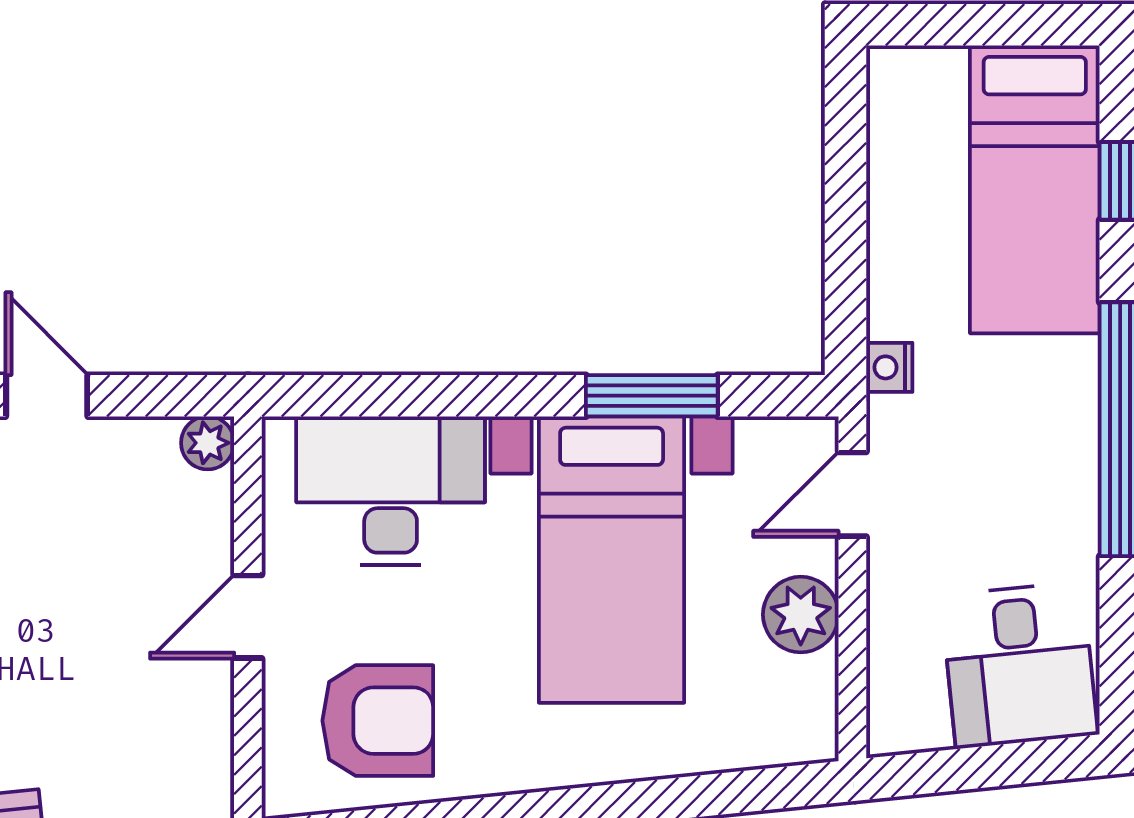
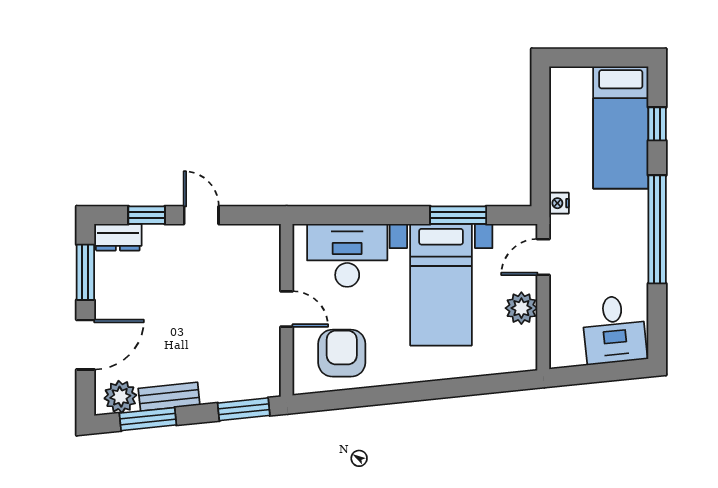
plant: (208, 443) -> (269, 235), removed
door: (248, 617) -> (287, 309), swing flipped
armchair: (378, 721) -> (342, 353), turned -90

